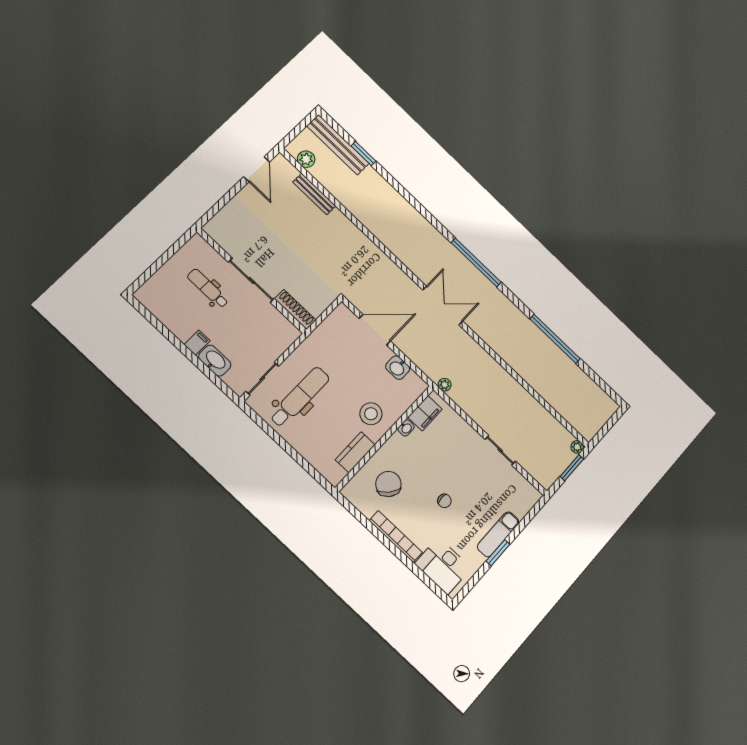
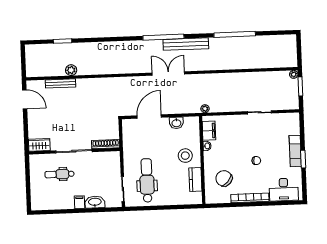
bench: (338, 145) -> (186, 44), moved
plant: (306, 159) -> (71, 70), moved
wardrobe: (220, 233) -> (39, 145), added

